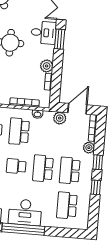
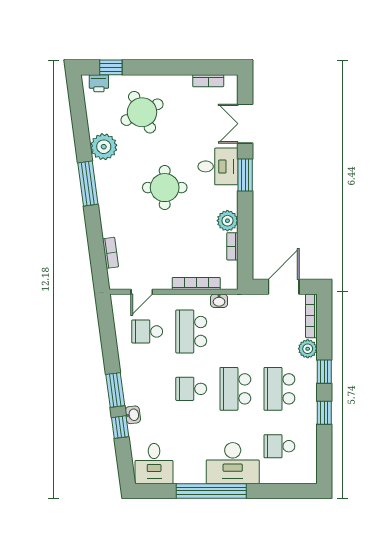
plant: (60, 118) -> (256, 304), removed
school desk: (67, 205) -> (279, 446), width x0.54
desk: (25, 212) -> (233, 463), moved

